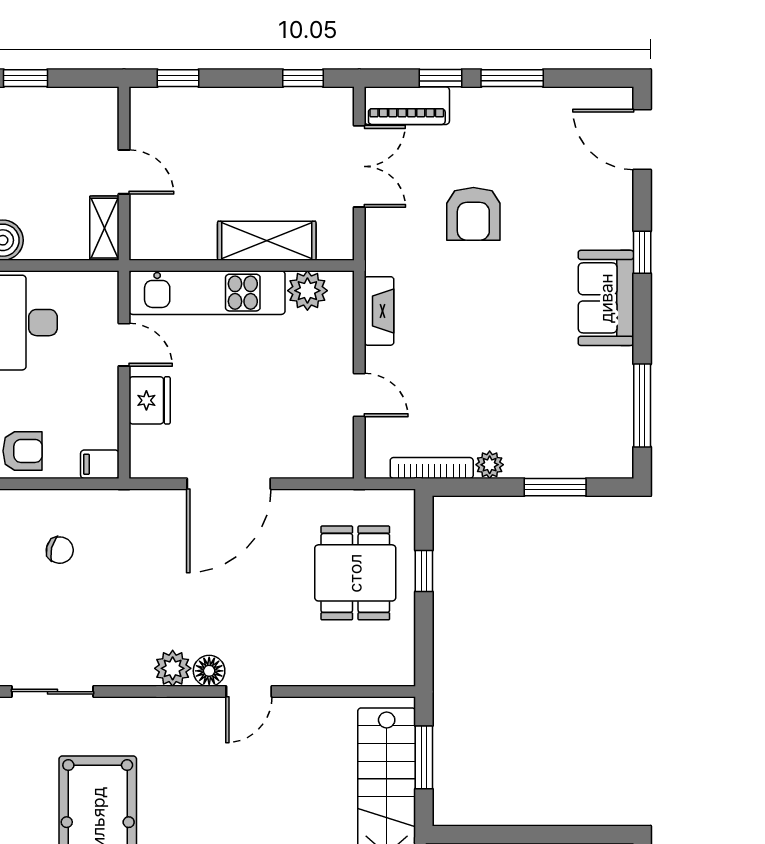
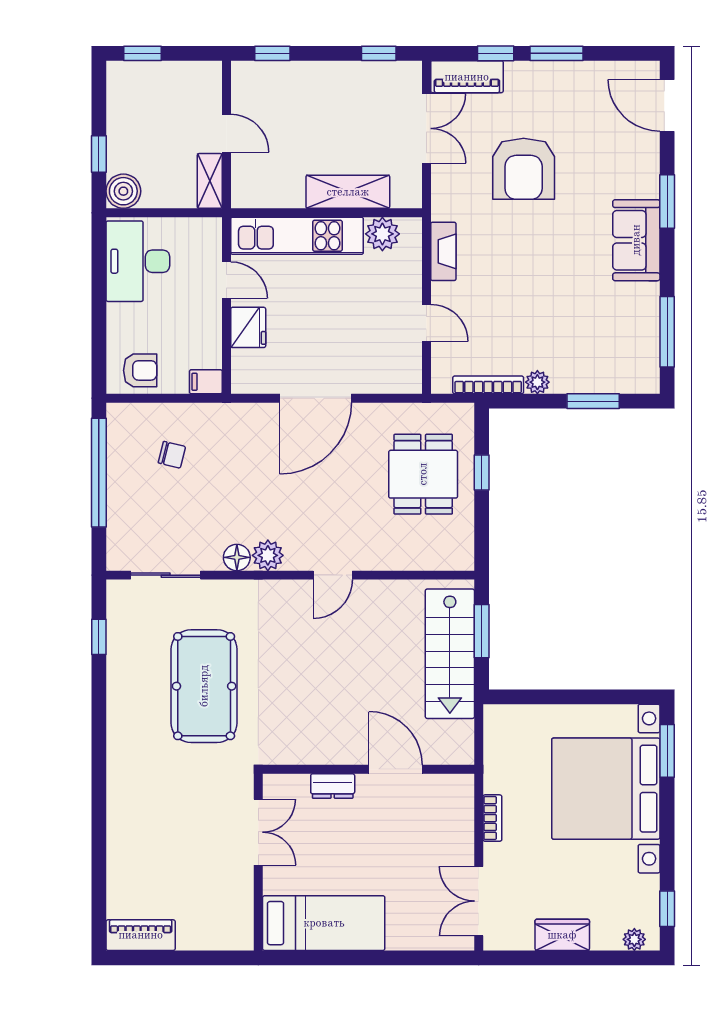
armchair: (473, 214) -> (524, 169), width x1.36, depth x1.36
window: (642, 252) -> (667, 202), width x1.50
floor lamp: (209, 671) -> (237, 557), moved

